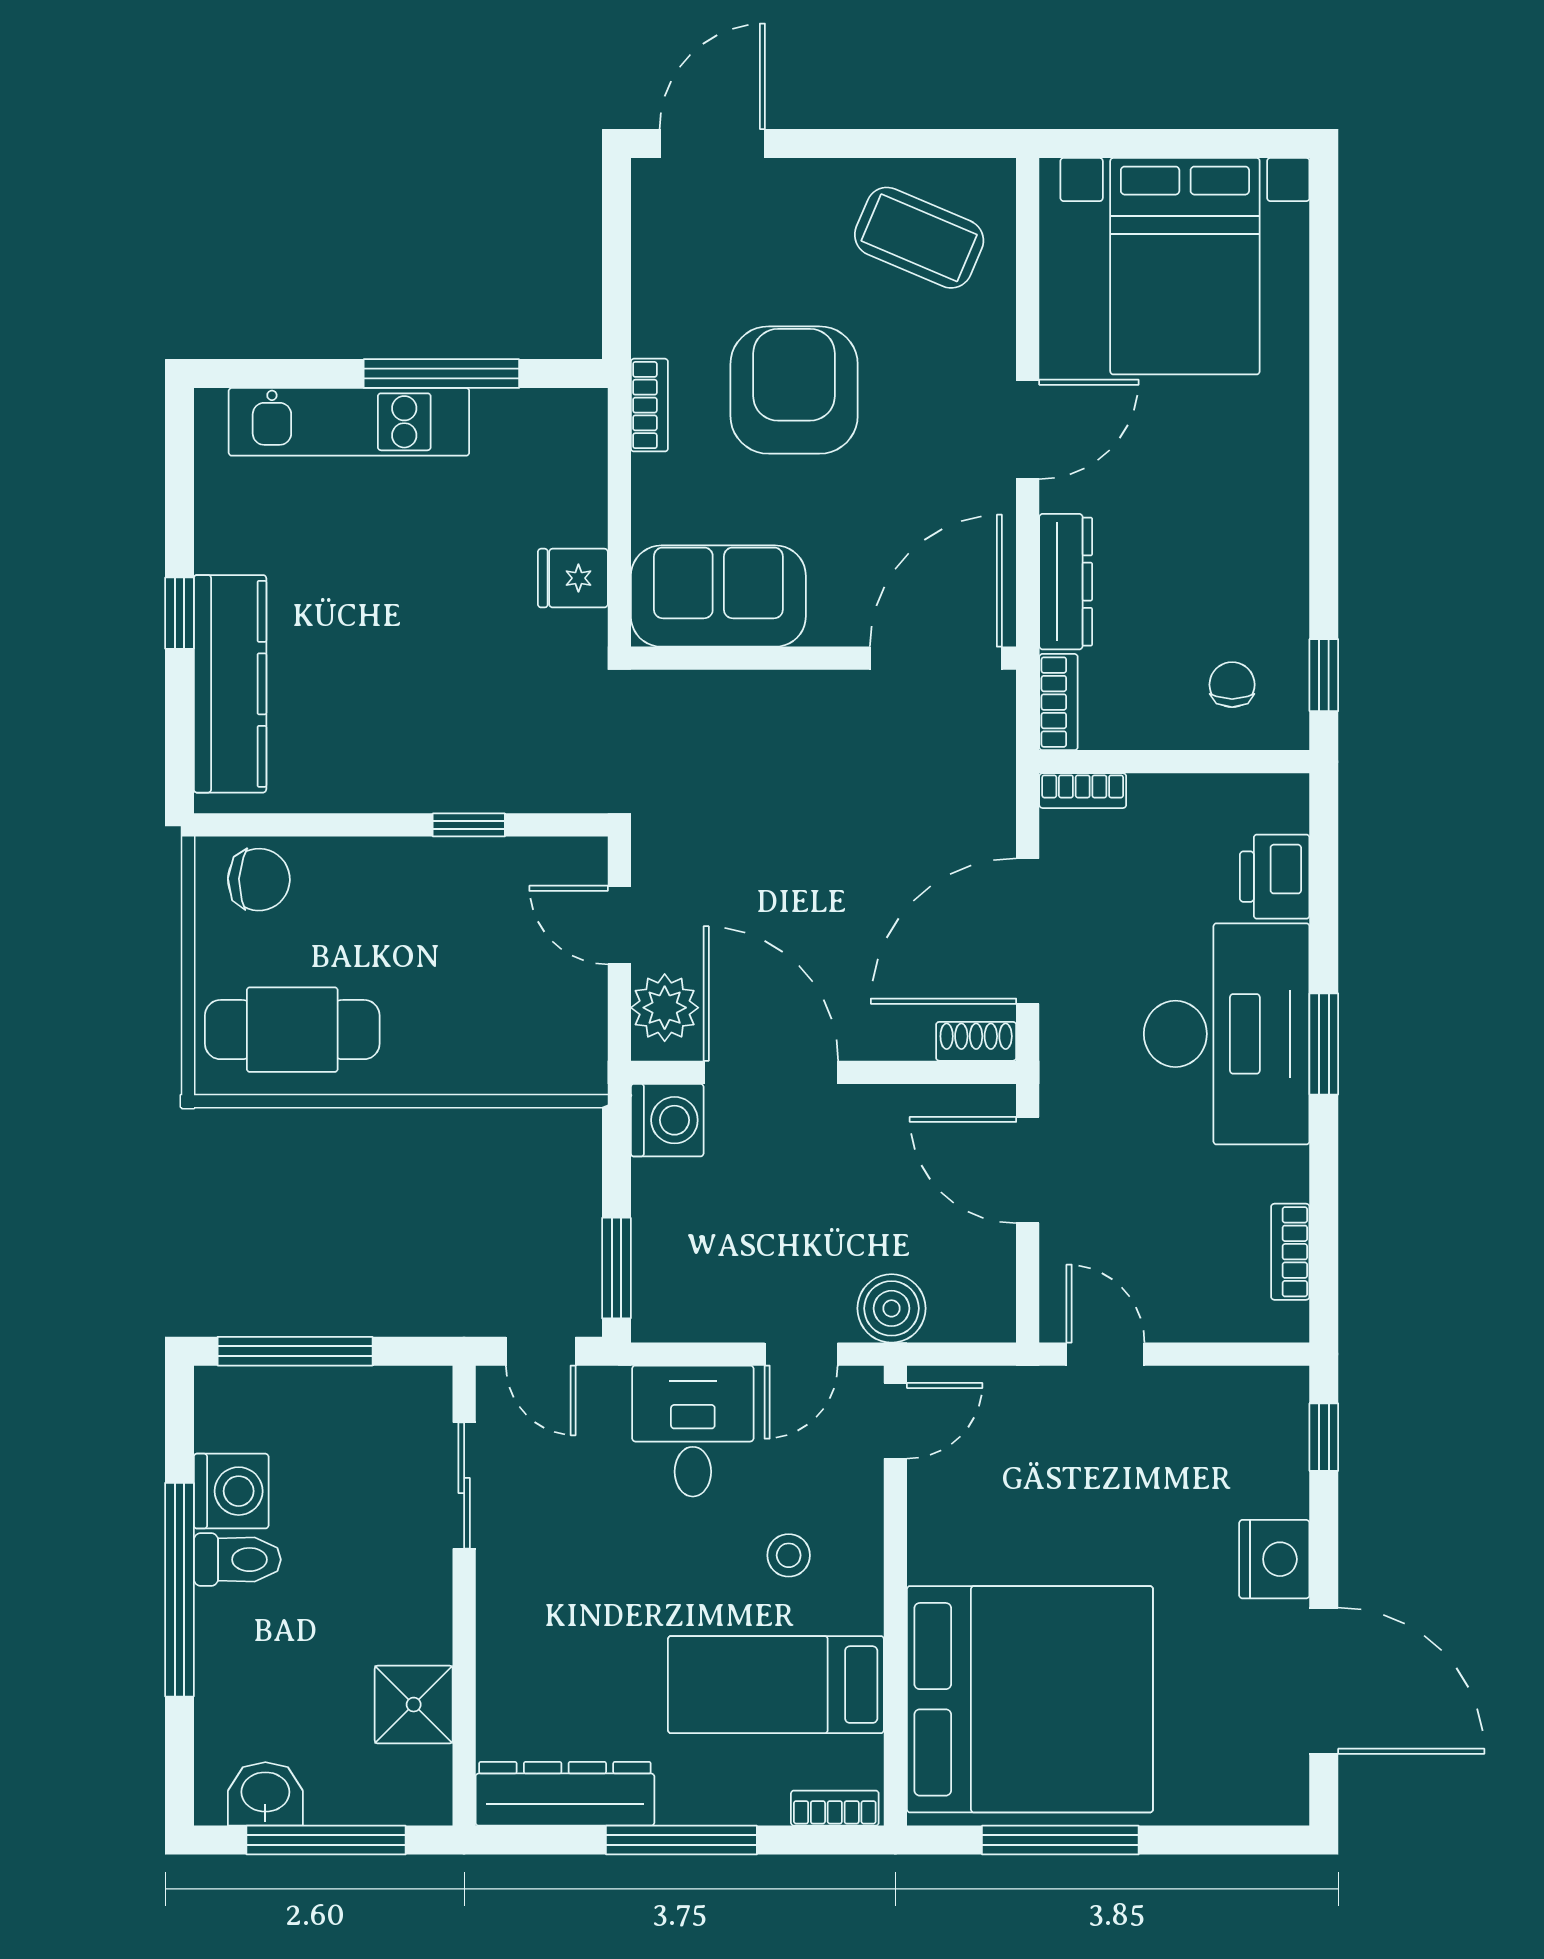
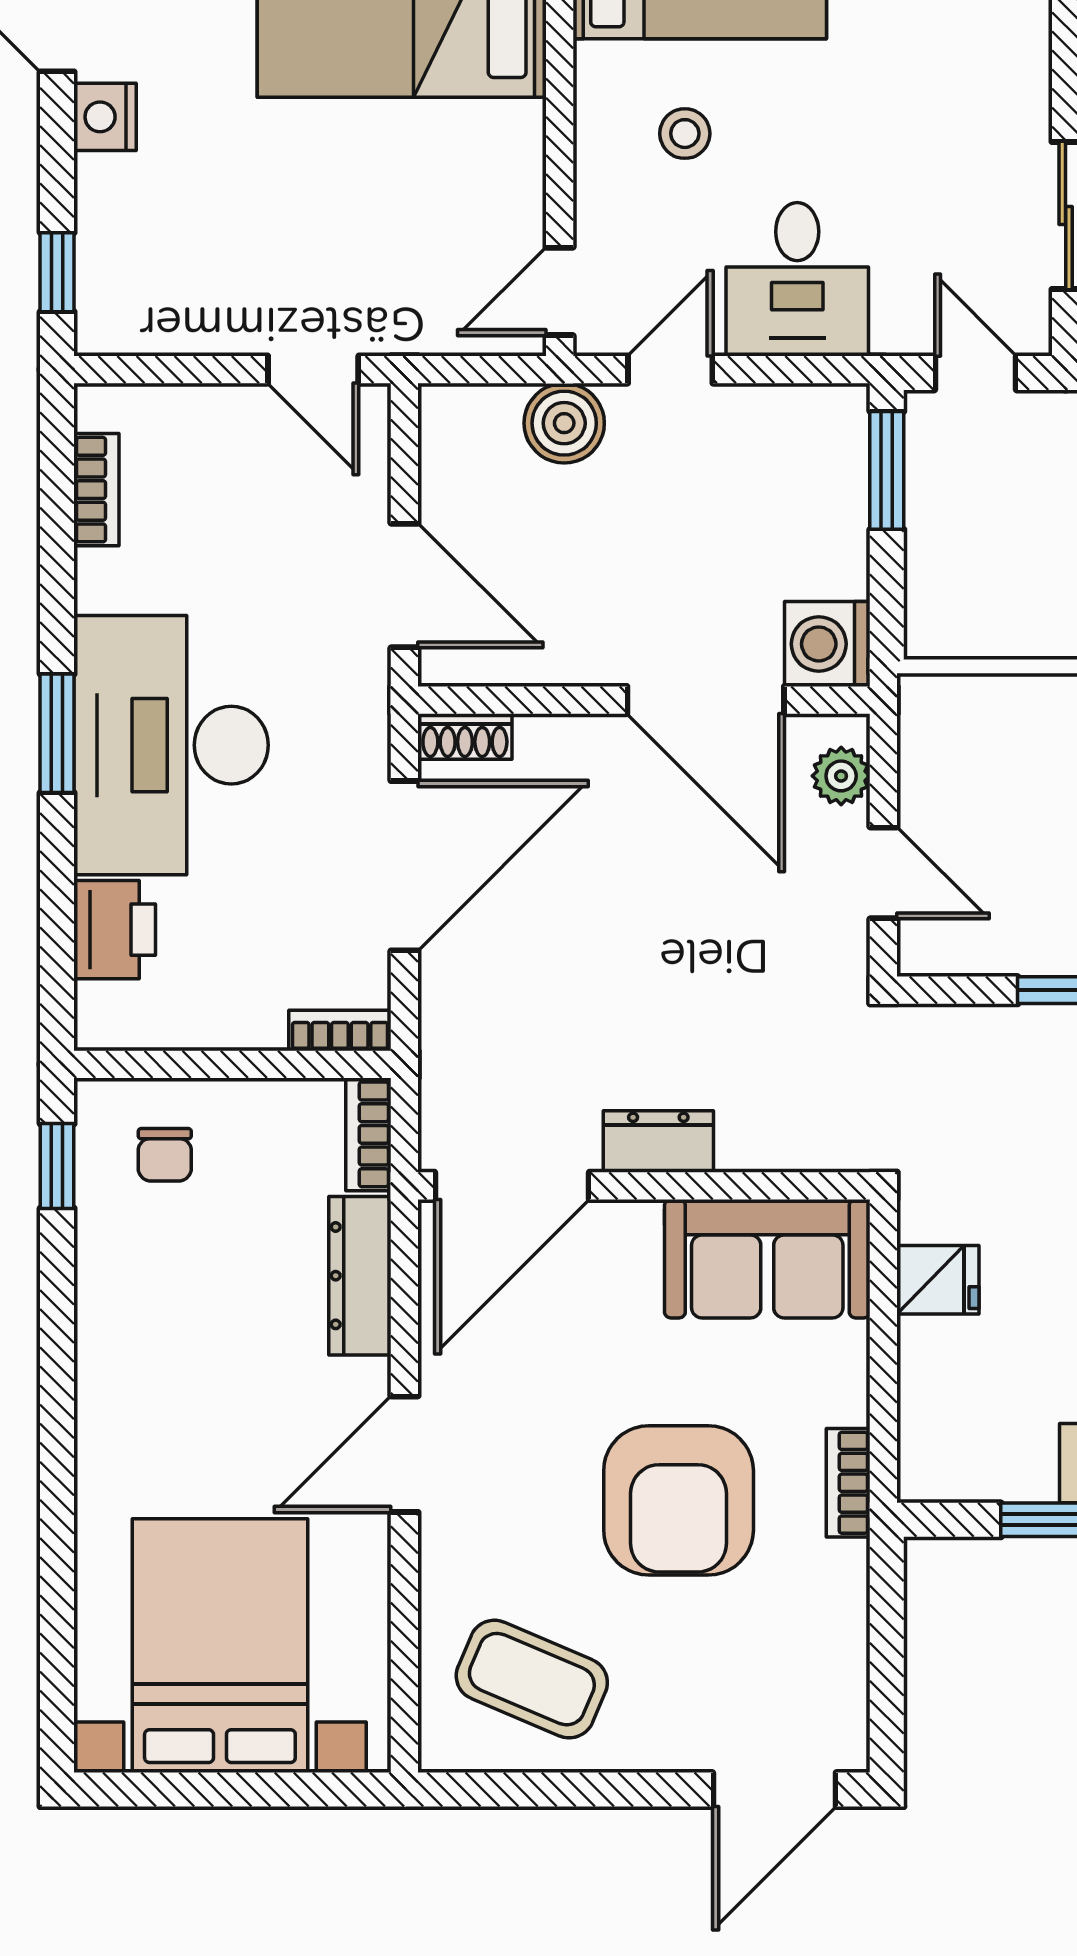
dresser: (811, 696) -> (658, 1141), added
plant: (665, 1008) -> (841, 776), width x0.73, depth x0.73
nightstand: (1274, 1559) -> (105, 117), width x0.74, depth x0.75

